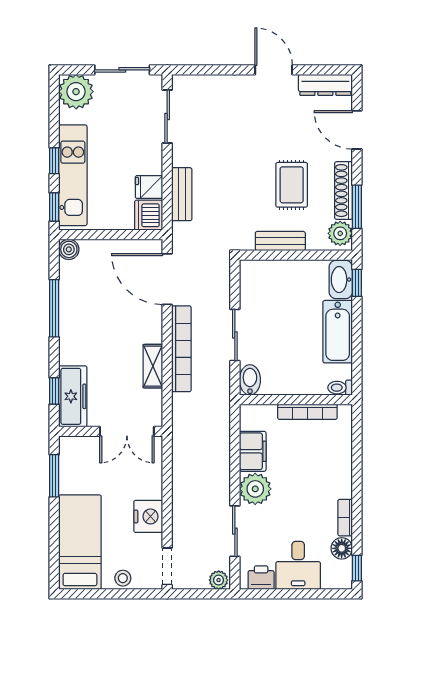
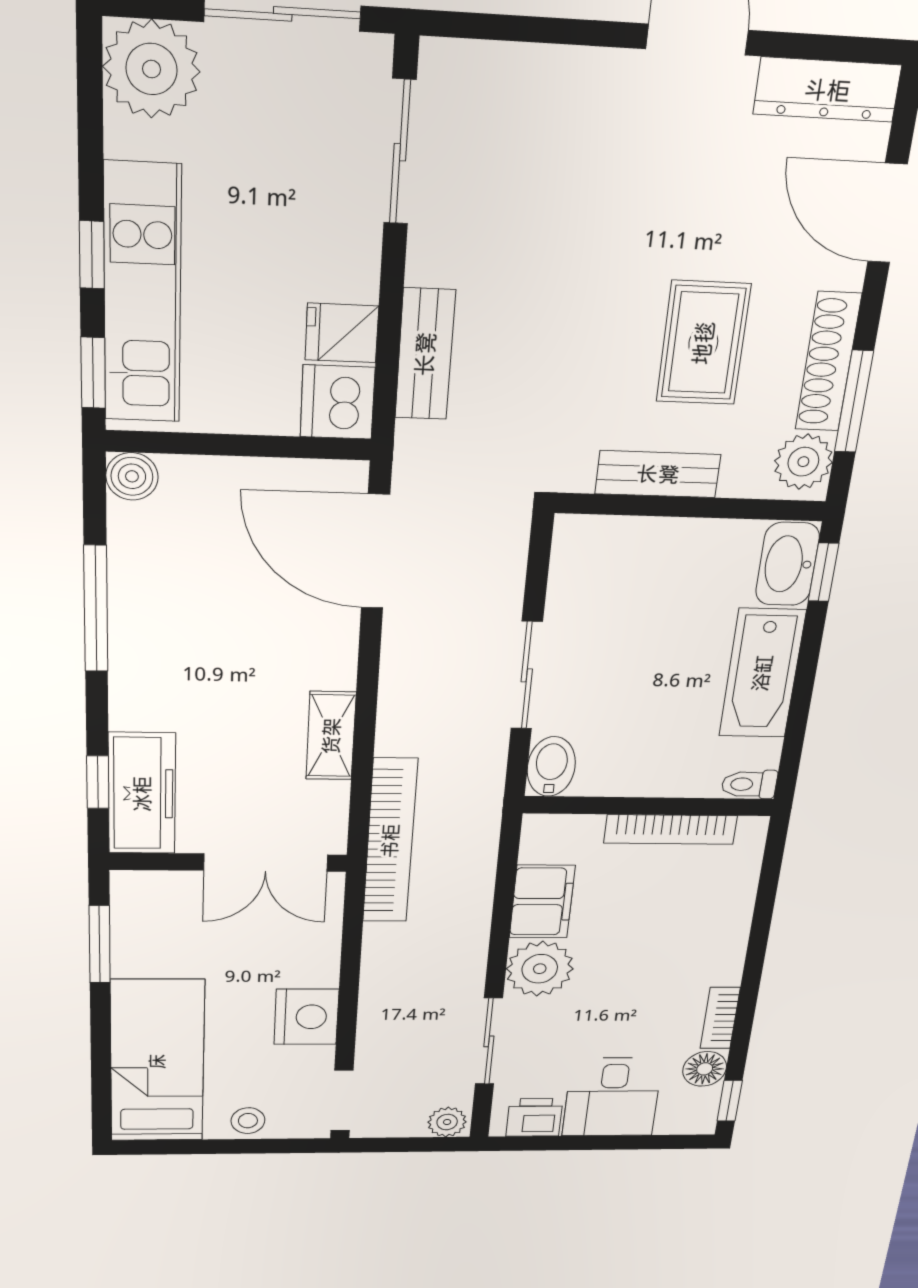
bookcase: (181, 349) -> (390, 841), moved

